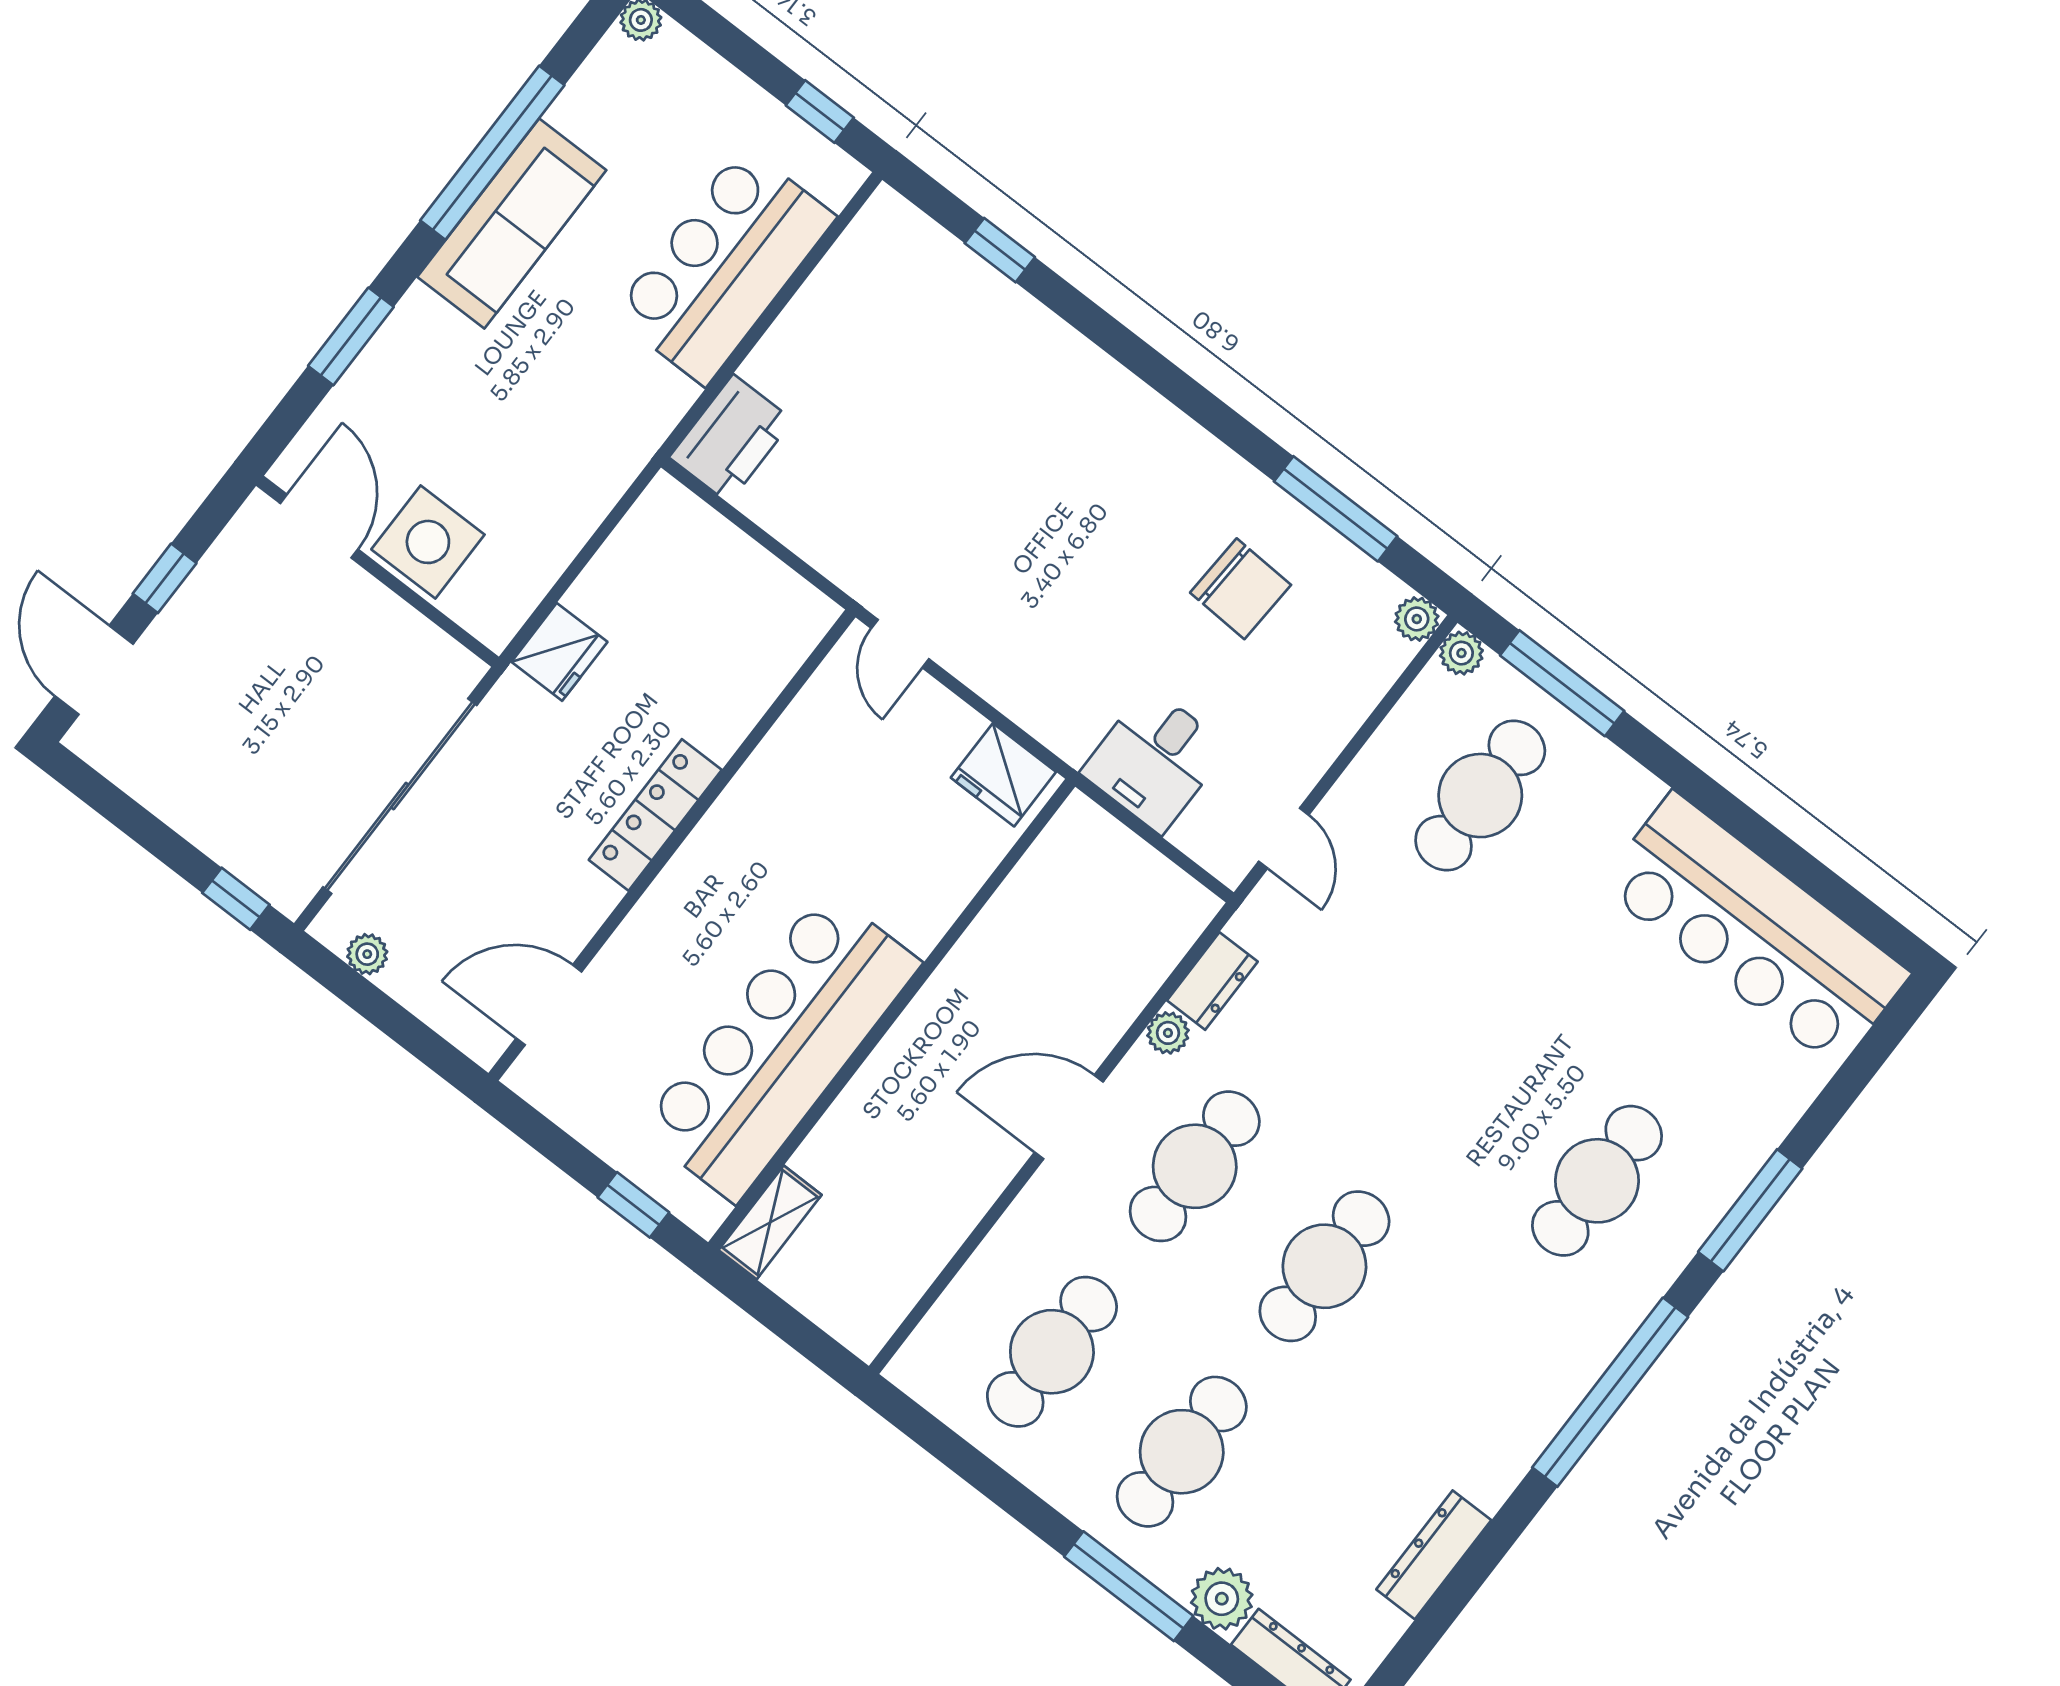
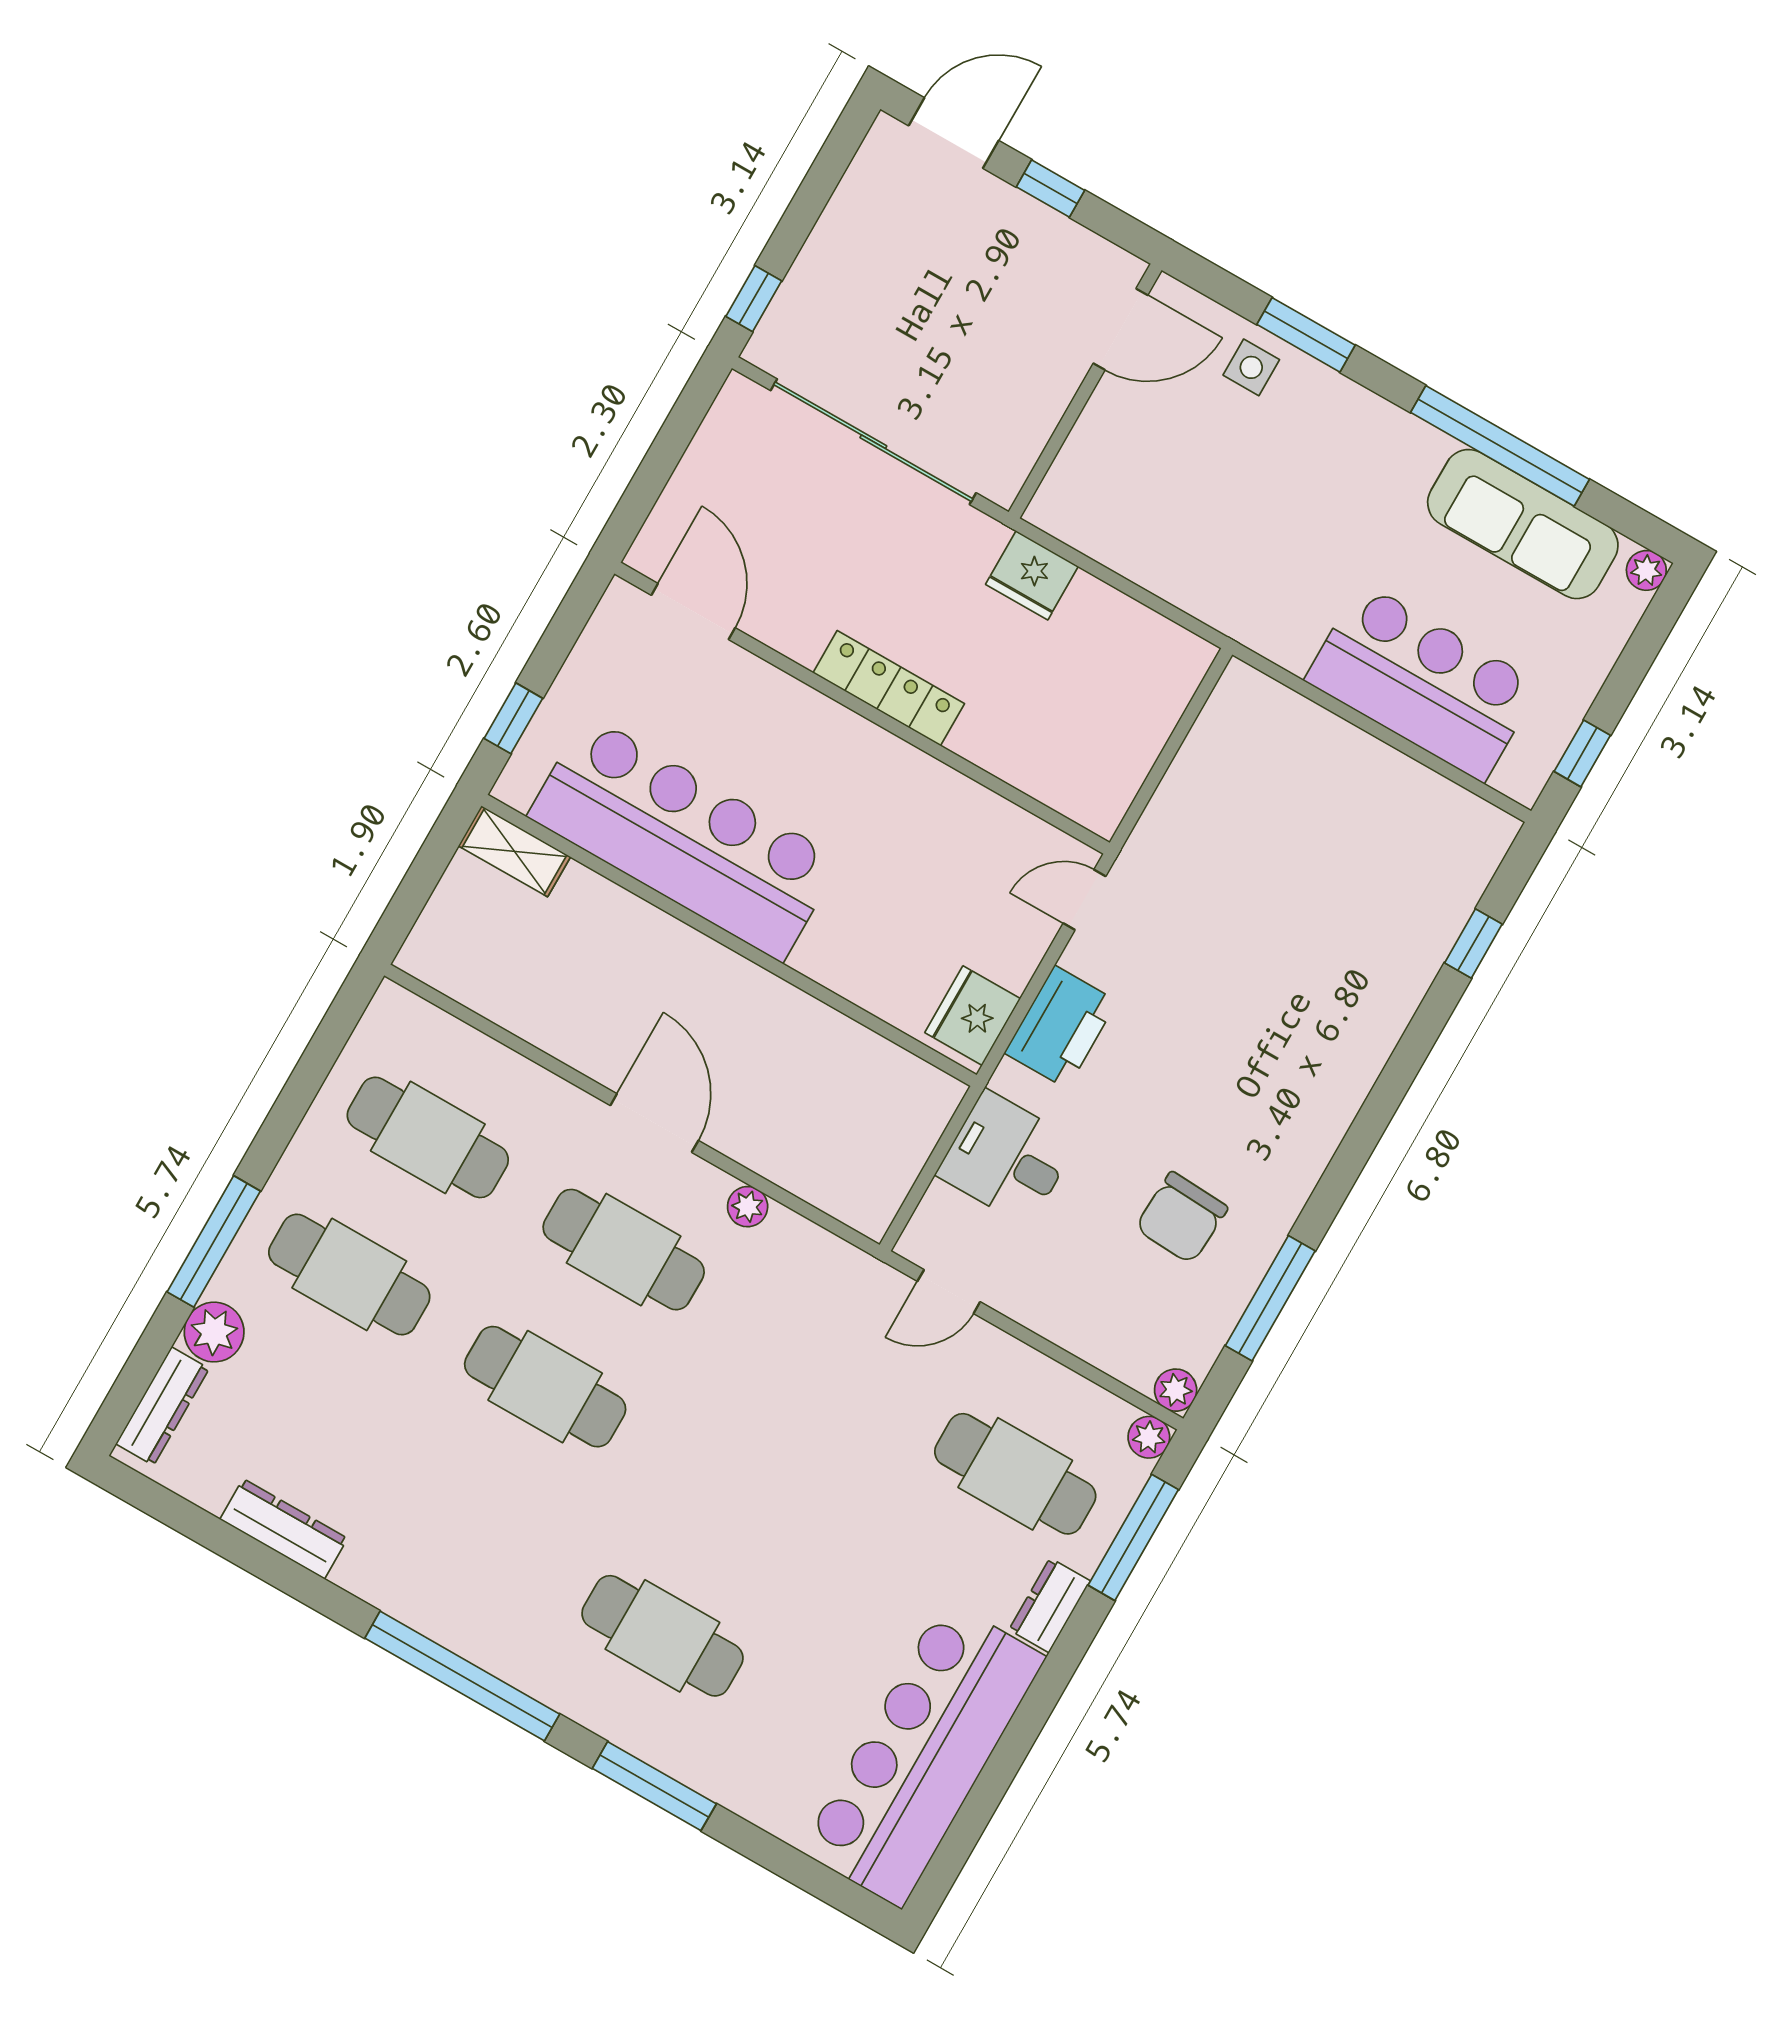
sofa: (512, 224) -> (1523, 524), moved
printer: (731, 439) -> (1061, 1027), moved, turned -90
side table: (428, 542) -> (1251, 367), moved, width x0.54, depth x0.54
plant: (367, 954) -> (718, 431), removed
dresser: (1212, 981) -> (1050, 1605), moved, turned 90

